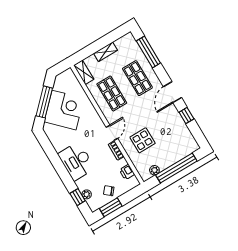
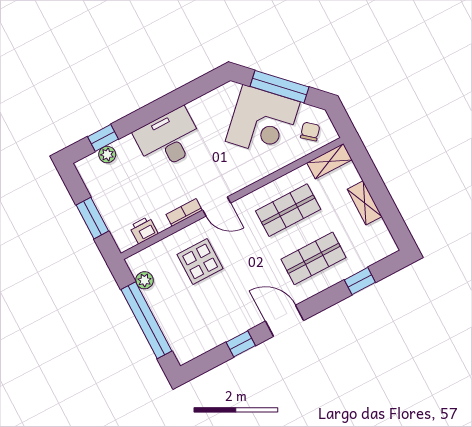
window: (148, 52) -> (360, 281), width x0.46
chair: (109, 191) -> (310, 132), moved
window: (111, 207) -> (92, 218), moved

